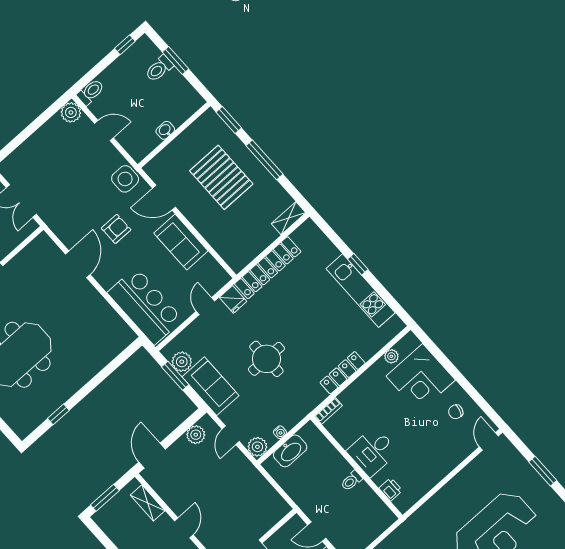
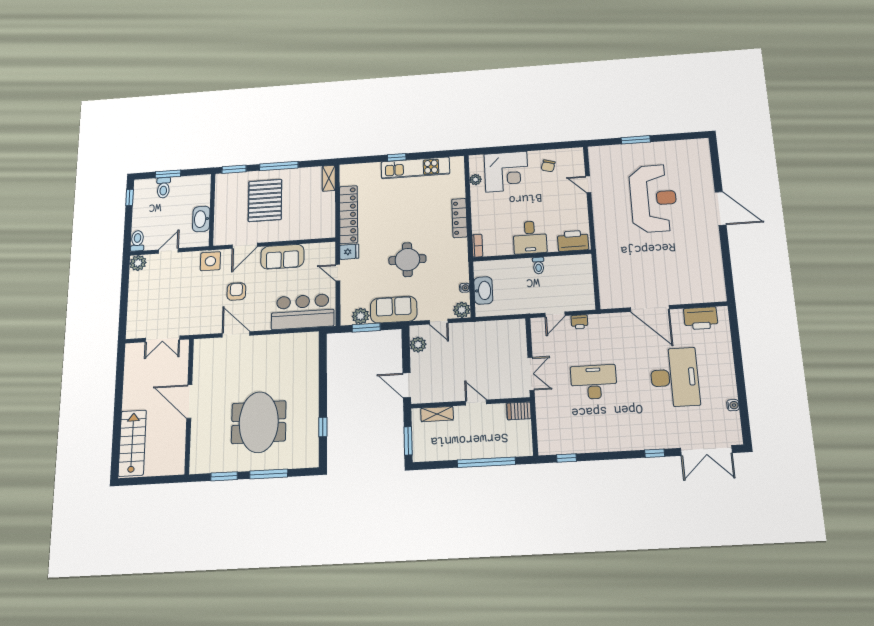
washbasin: (165, 130) -> (201, 219), width x1.91, depth x1.45
pallet: (221, 177) -> (265, 200), turned 90
door: (489, 441) -> (588, 184), moved
printer: (391, 489) -> (573, 241), width x1.87, depth x1.48

